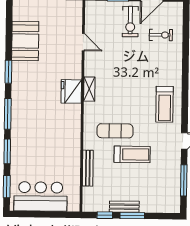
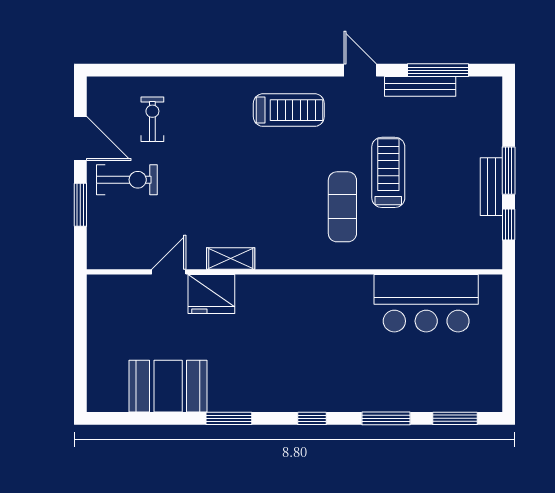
shelving: (89, 89) -> (231, 259), moved
fridge: (71, 91) -> (211, 294), moved
window: (8, 114) -> (312, 418), width x0.46
bench: (88, 168) -> (420, 86), moved
bar counter: (41, 196) -> (426, 303), moved, turned -90

